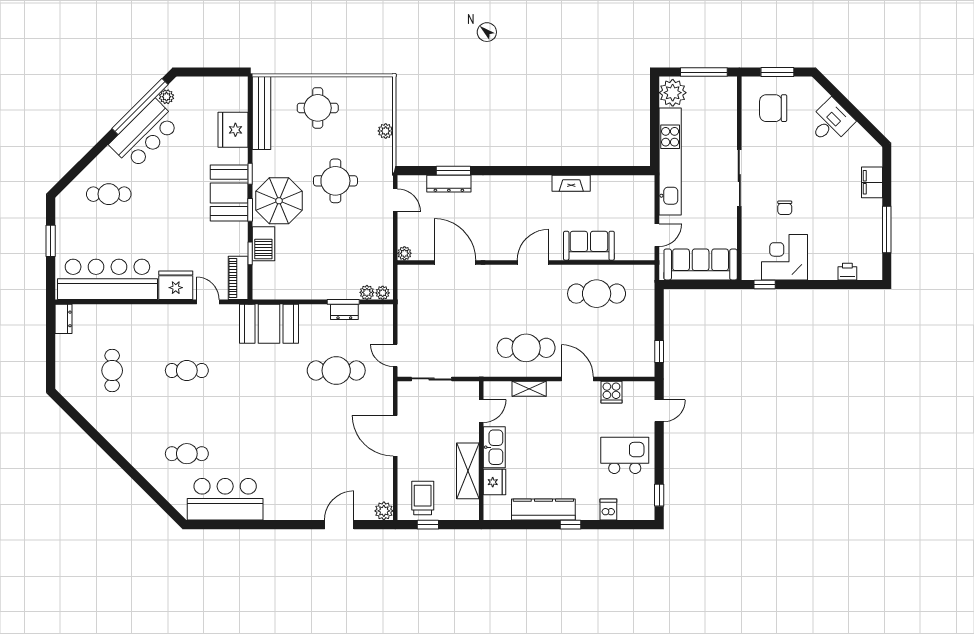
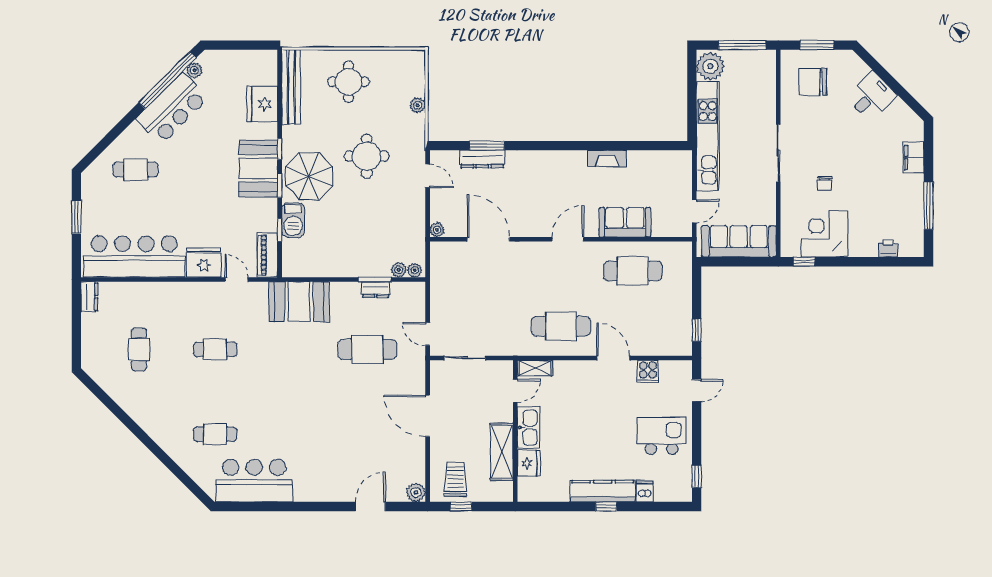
shelving: (529, 389) -> (535, 368), moved
kitchen counter: (543, 510) -> (603, 491), moved

